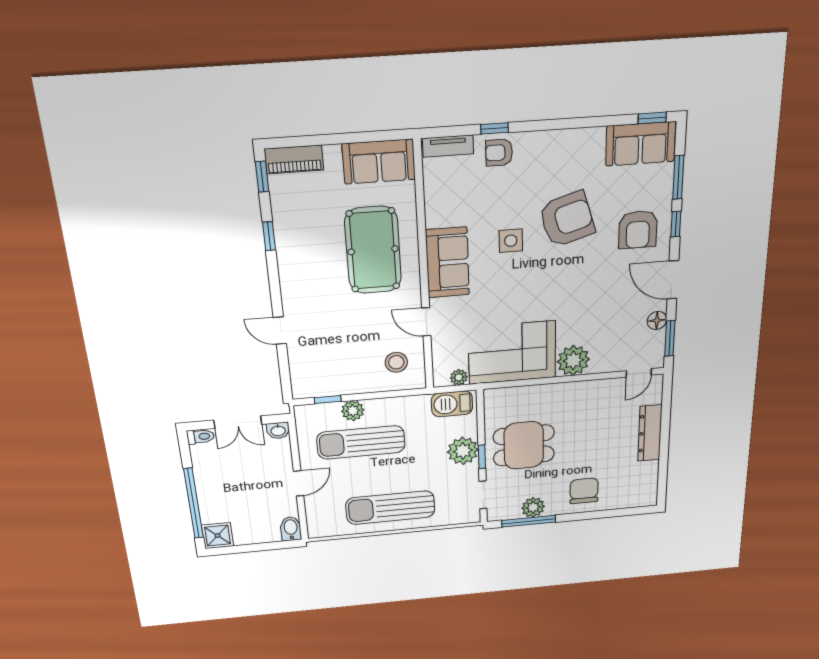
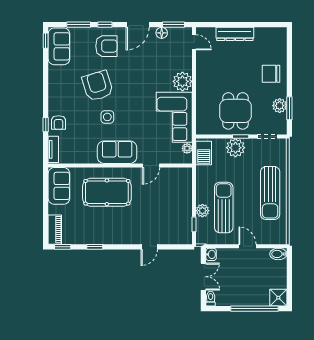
stool: (396, 362) -> (174, 184), removed
sun lounger: (361, 442) -> (224, 207), turned 180
window: (529, 521) -> (289, 108), width x0.69

